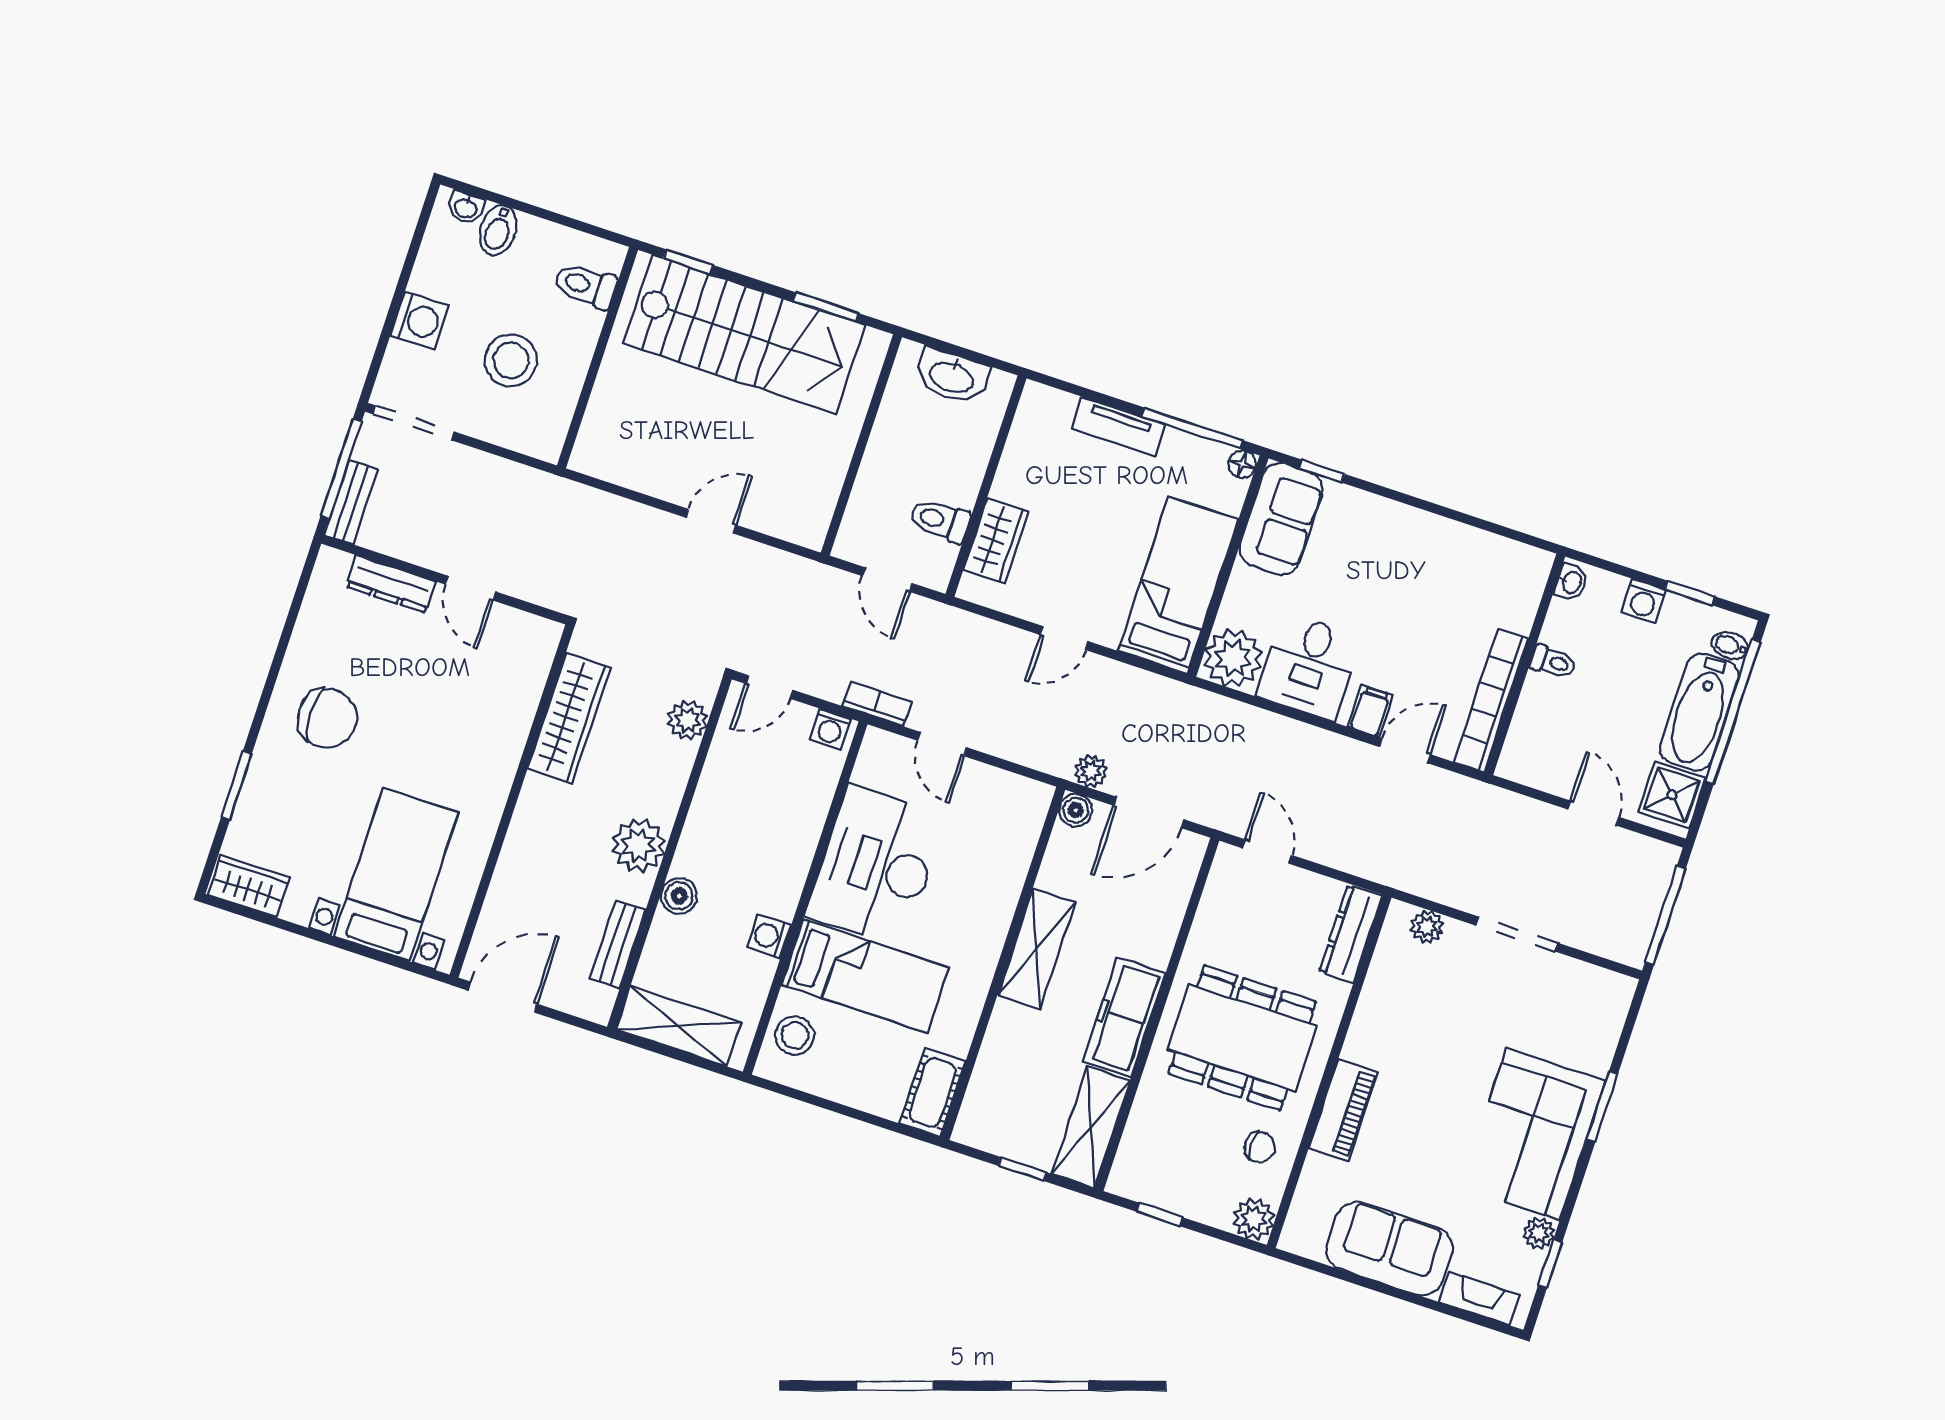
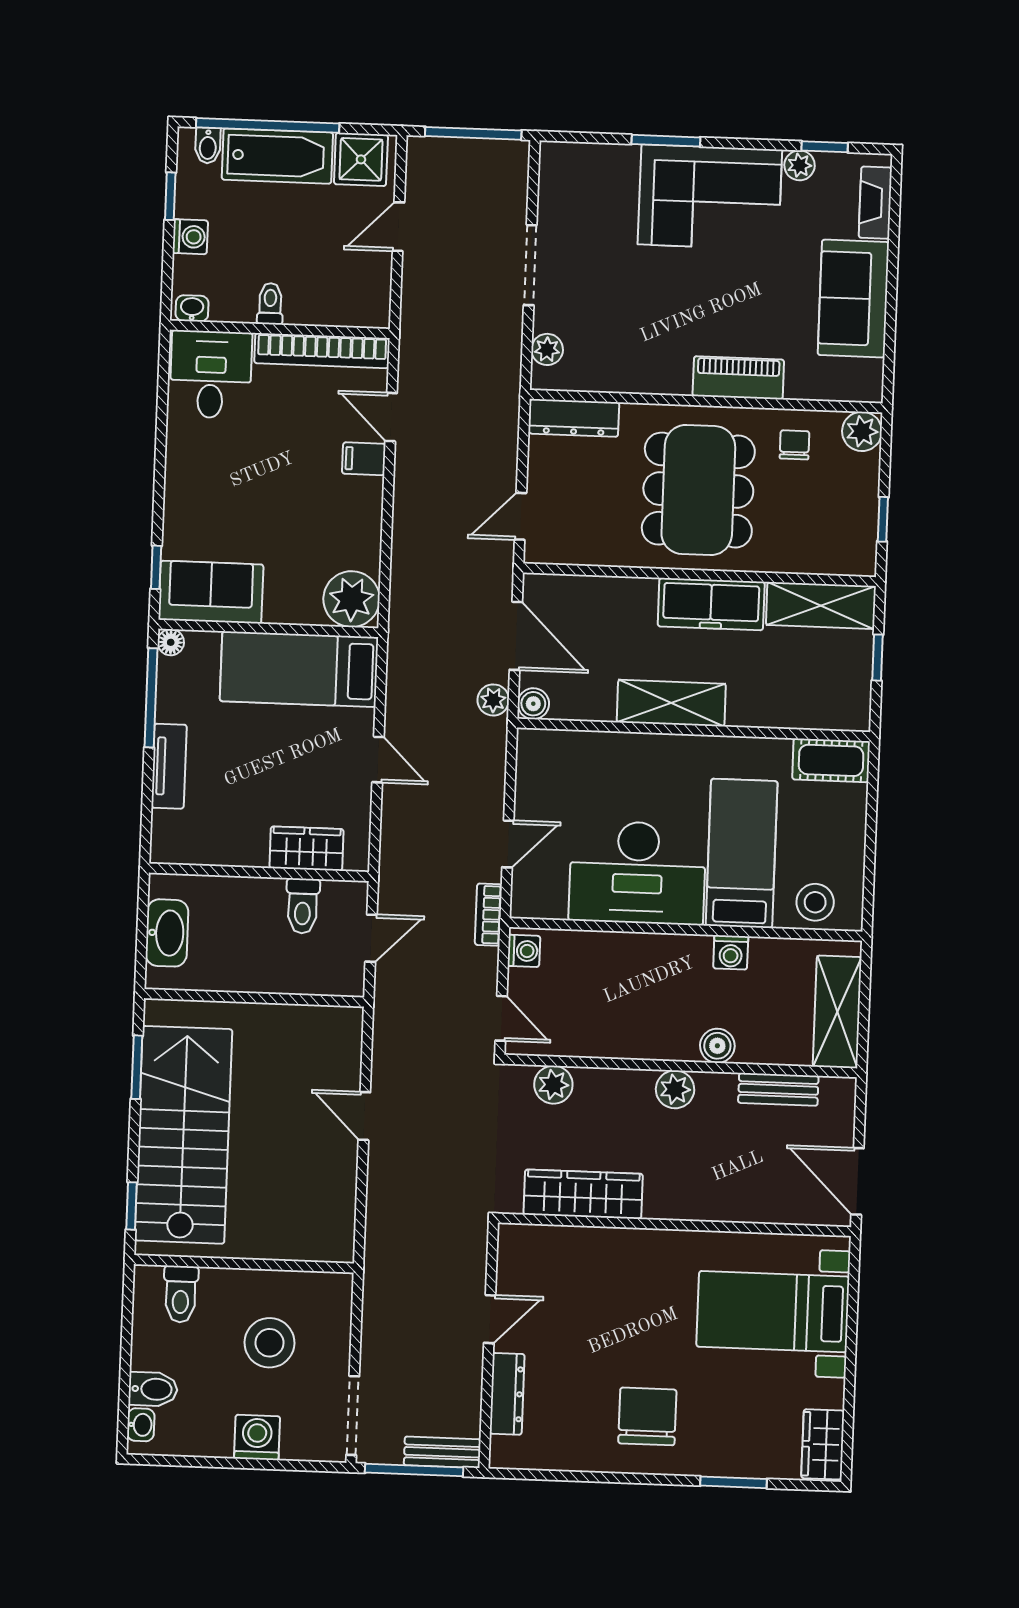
desk: (1309, 666) -> (211, 374), moved, turned -90
plant: (638, 845) -> (675, 1089), width x0.73, depth x0.73

